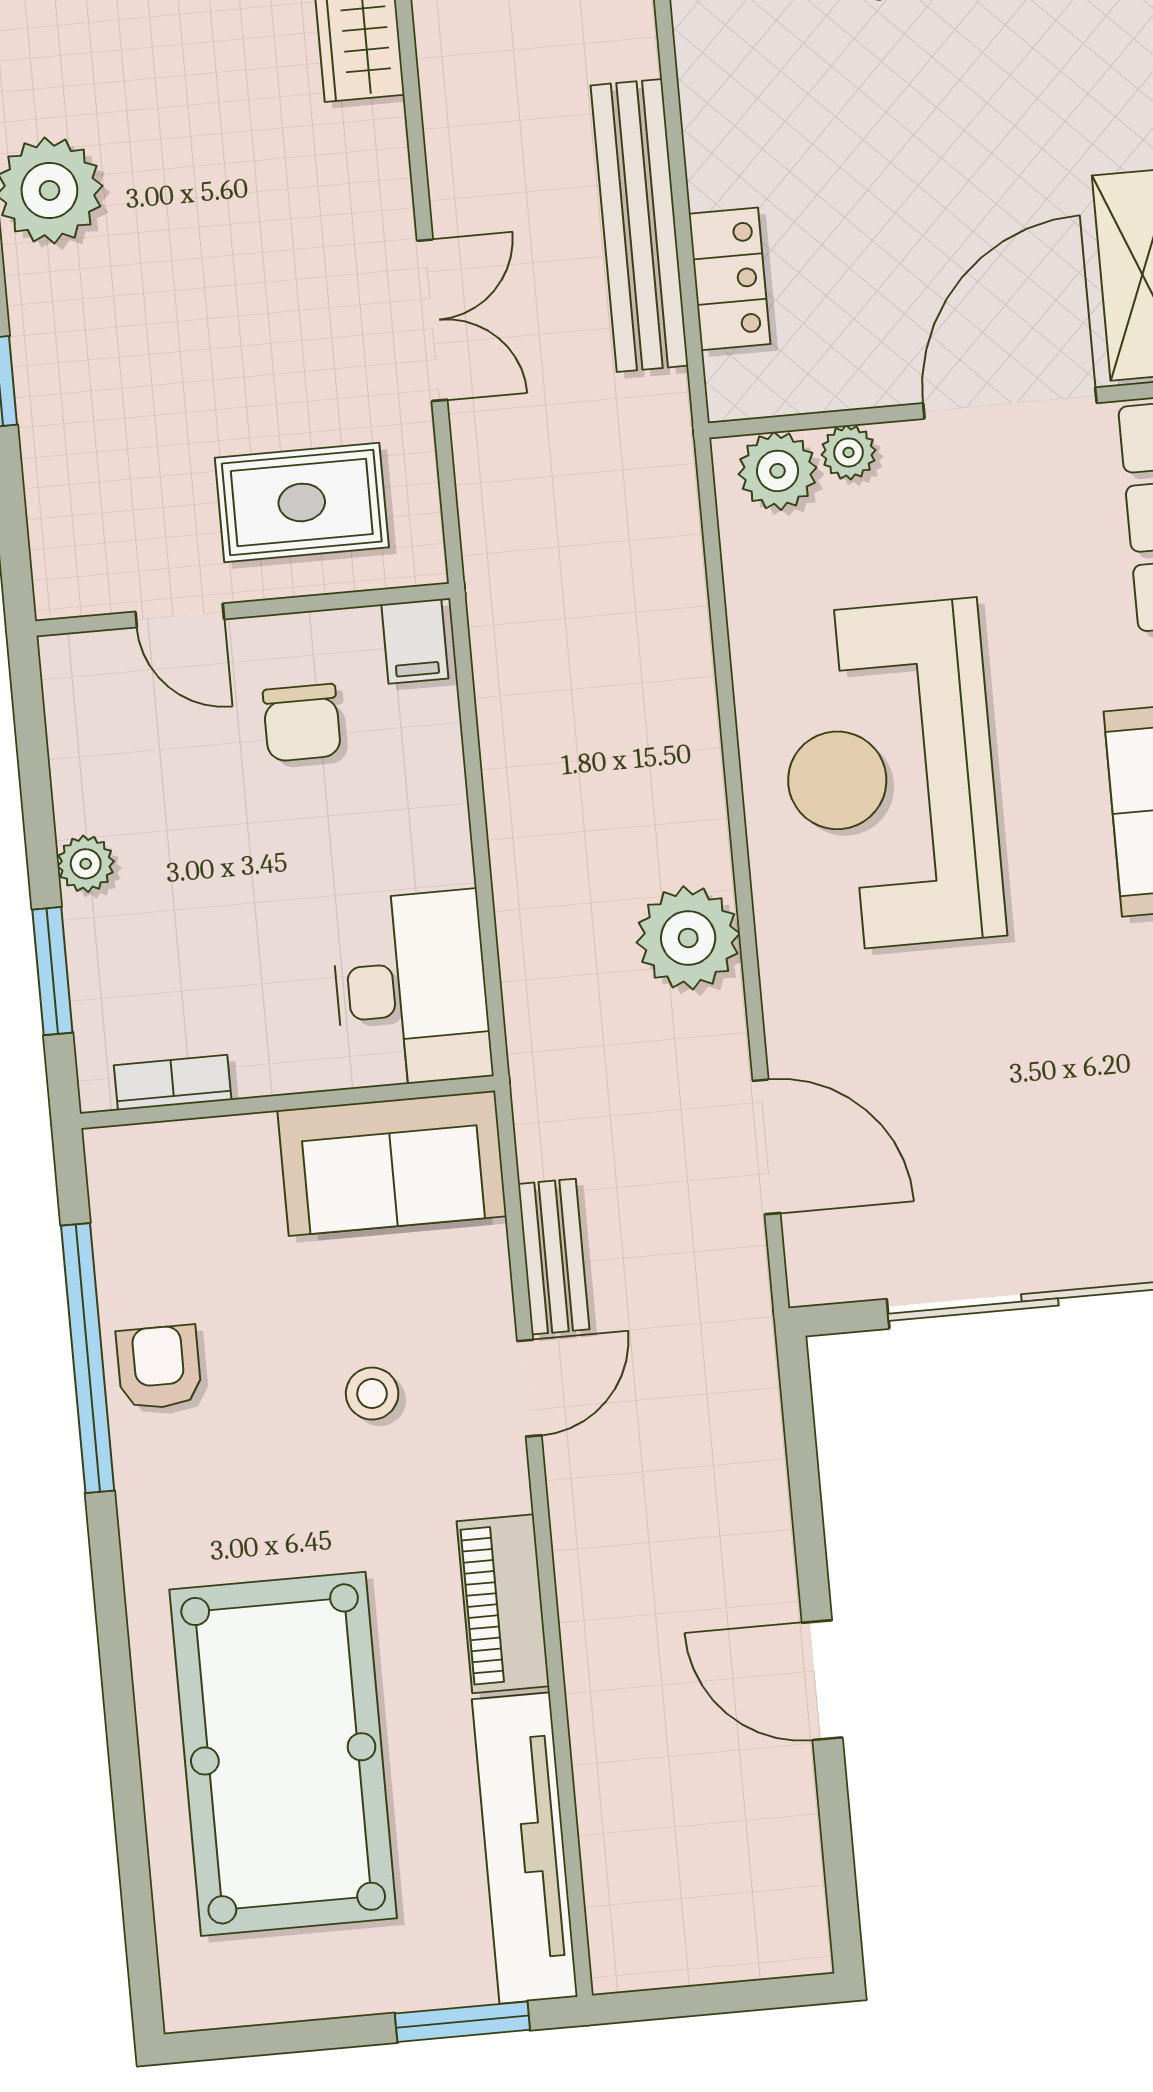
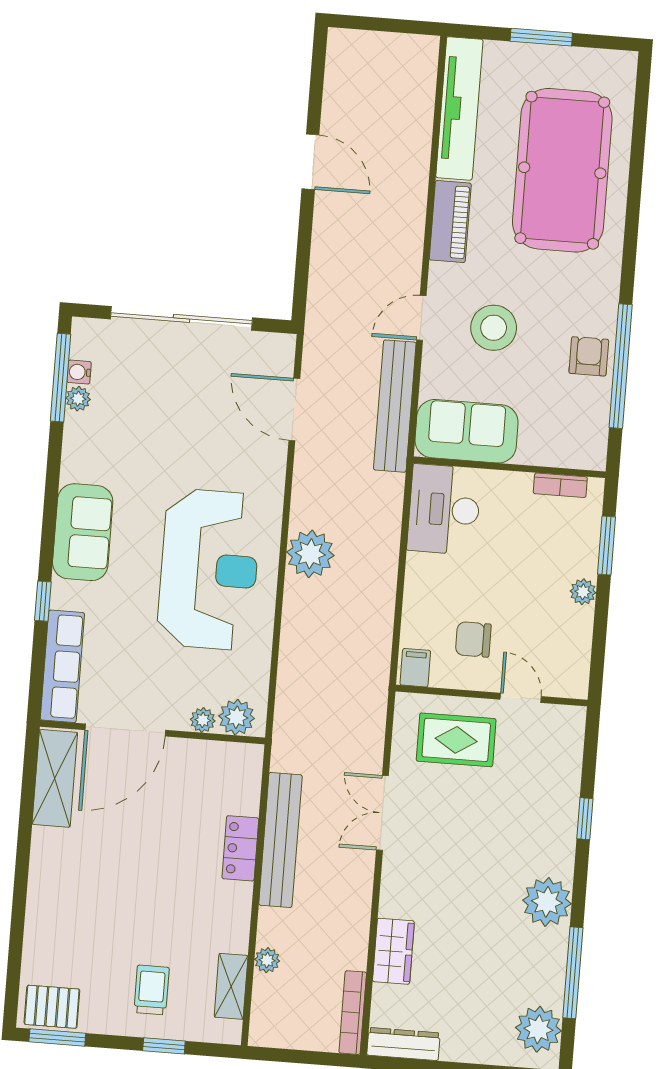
locker: (730, 279) -> (240, 848), moved
chair: (302, 723) -> (473, 639), turned -90
plant: (688, 938) -> (310, 554), moved
bench: (554, 1257) -> (395, 406), width x1.86, depth x1.21
armchair: (159, 1367) -> (589, 356), turned 180
stool: (372, 1394) -> (494, 328), width x1.89, depth x1.89
window: (462, 2022) -> (541, 37), moved

